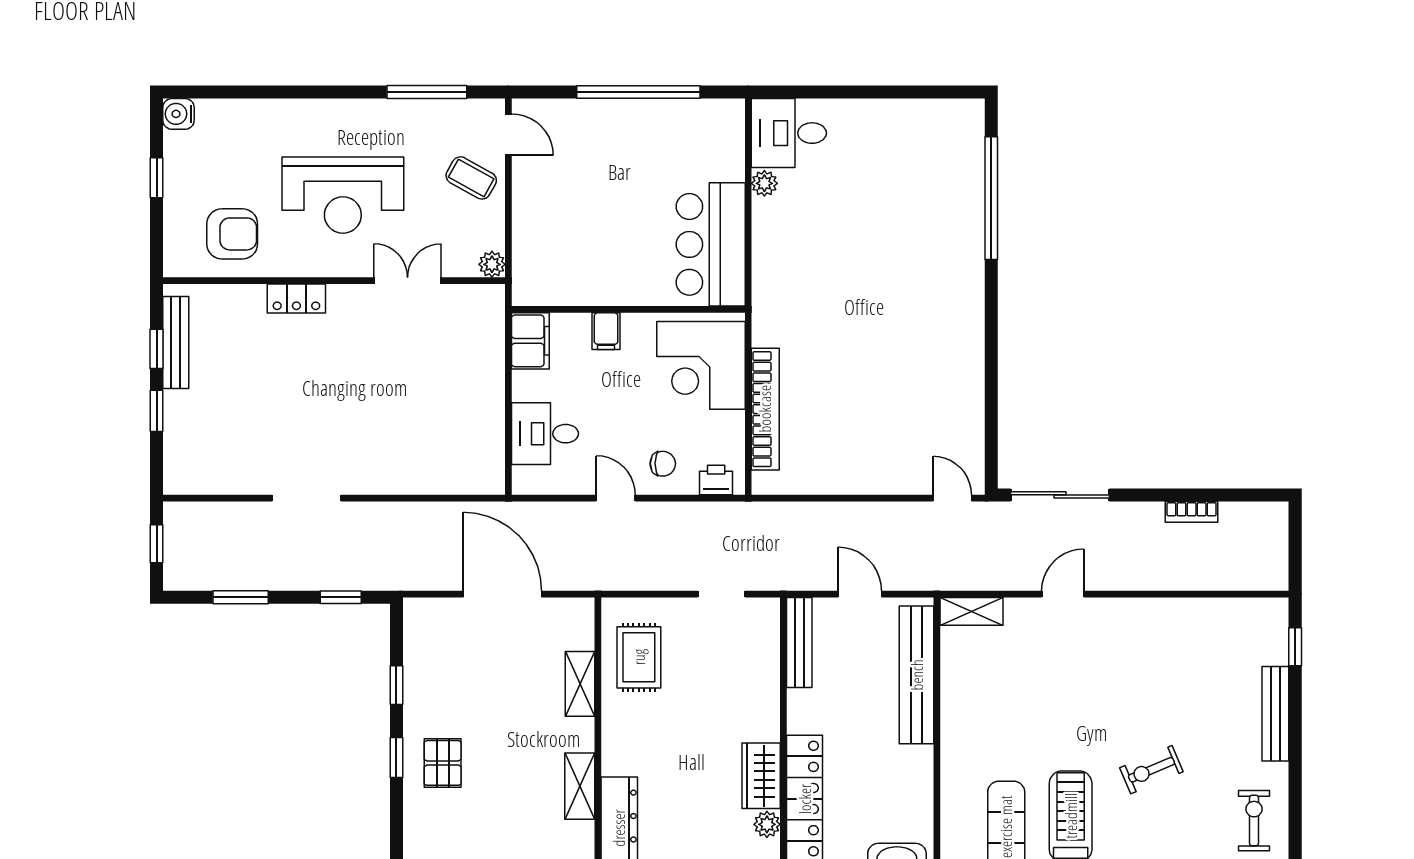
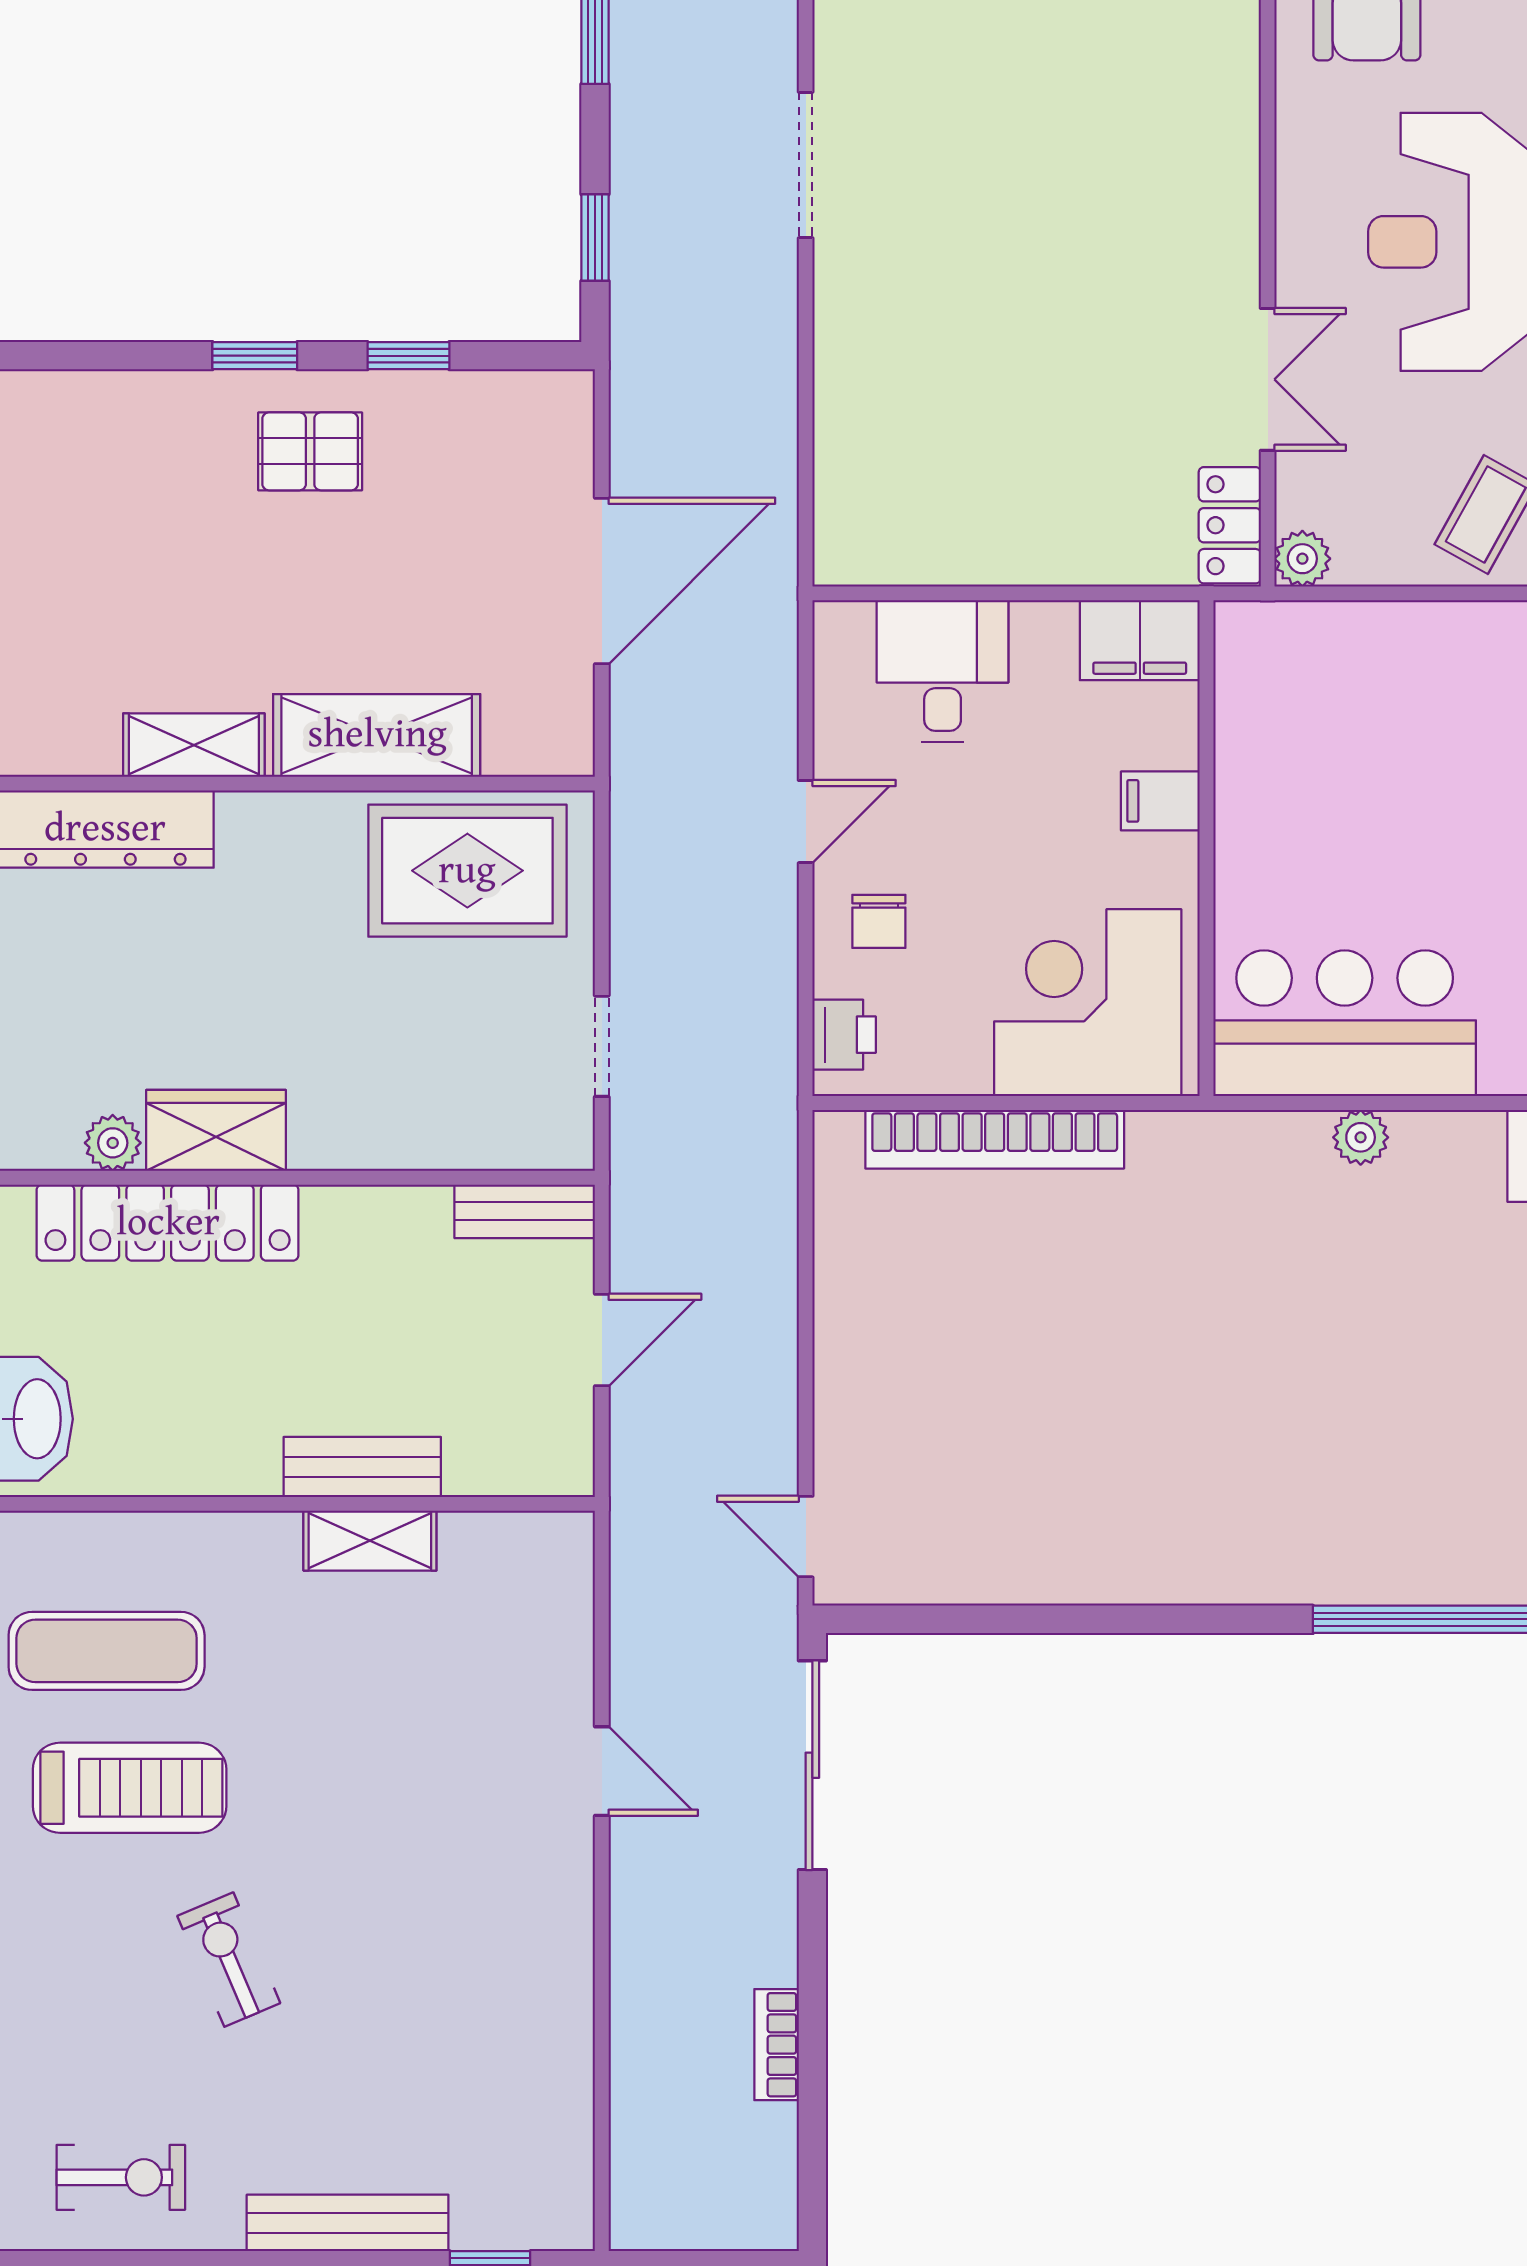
plant: (764, 183) -> (1361, 1137), moved
locker: (296, 298) -> (1230, 525), moved
door: (952, 498) -> (806, 1537), swing flipped
shelving: (971, 611) -> (370, 1541), moved, turned 90
bench: (799, 642) -> (525, 1211), width x0.73
rug: (639, 657) -> (467, 871), width x1.36, depth x1.43
bench: (917, 675) -> (362, 1467), width x0.54, depth x0.82
shelving: (580, 684) -> (377, 735), width x1.50, depth x1.33
pallet: (443, 763) -> (310, 451), moved

